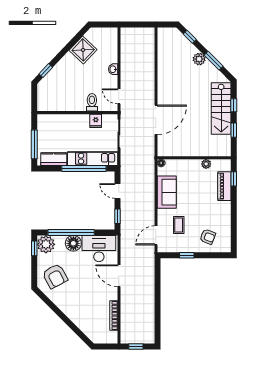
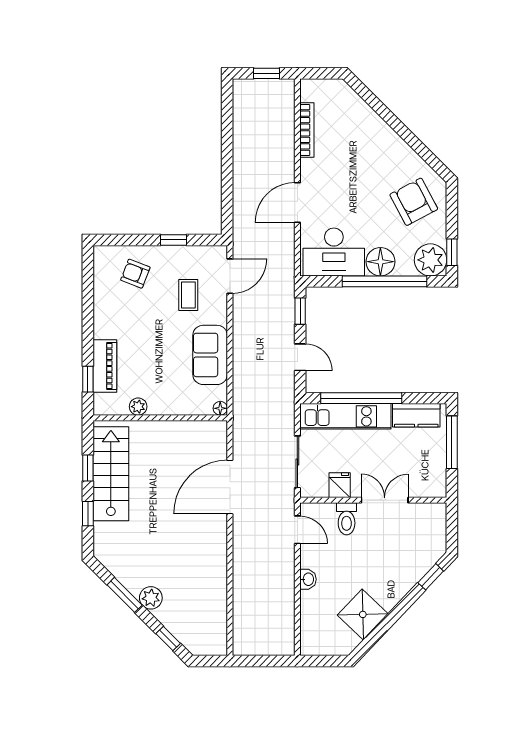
stairs: (221, 108) -> (111, 474), moved
double door: (71, 113) -> (385, 500), added
door: (119, 276) -> (297, 202), swing flipped

